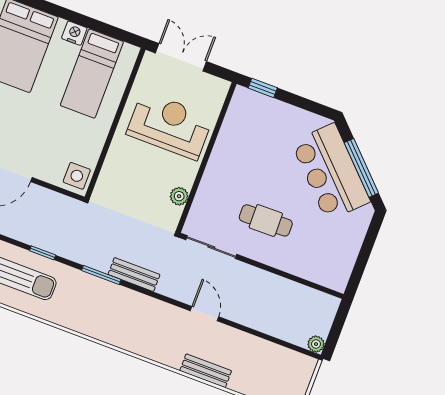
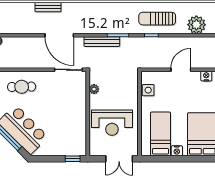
side table: (77, 176) -> (148, 90), moved
cafe table: (266, 220) -> (22, 87), moved
bench: (134, 275) -> (102, 42), width x1.36
door: (204, 314) -> (59, 35), width x1.87

